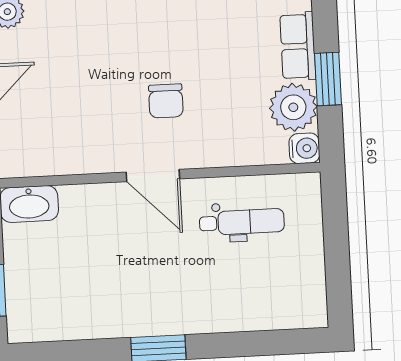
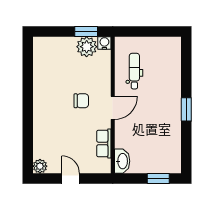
row of seats: (298, 46) -> (104, 143), moved, turned 90
window: (328, 79) -> (86, 31), moved

